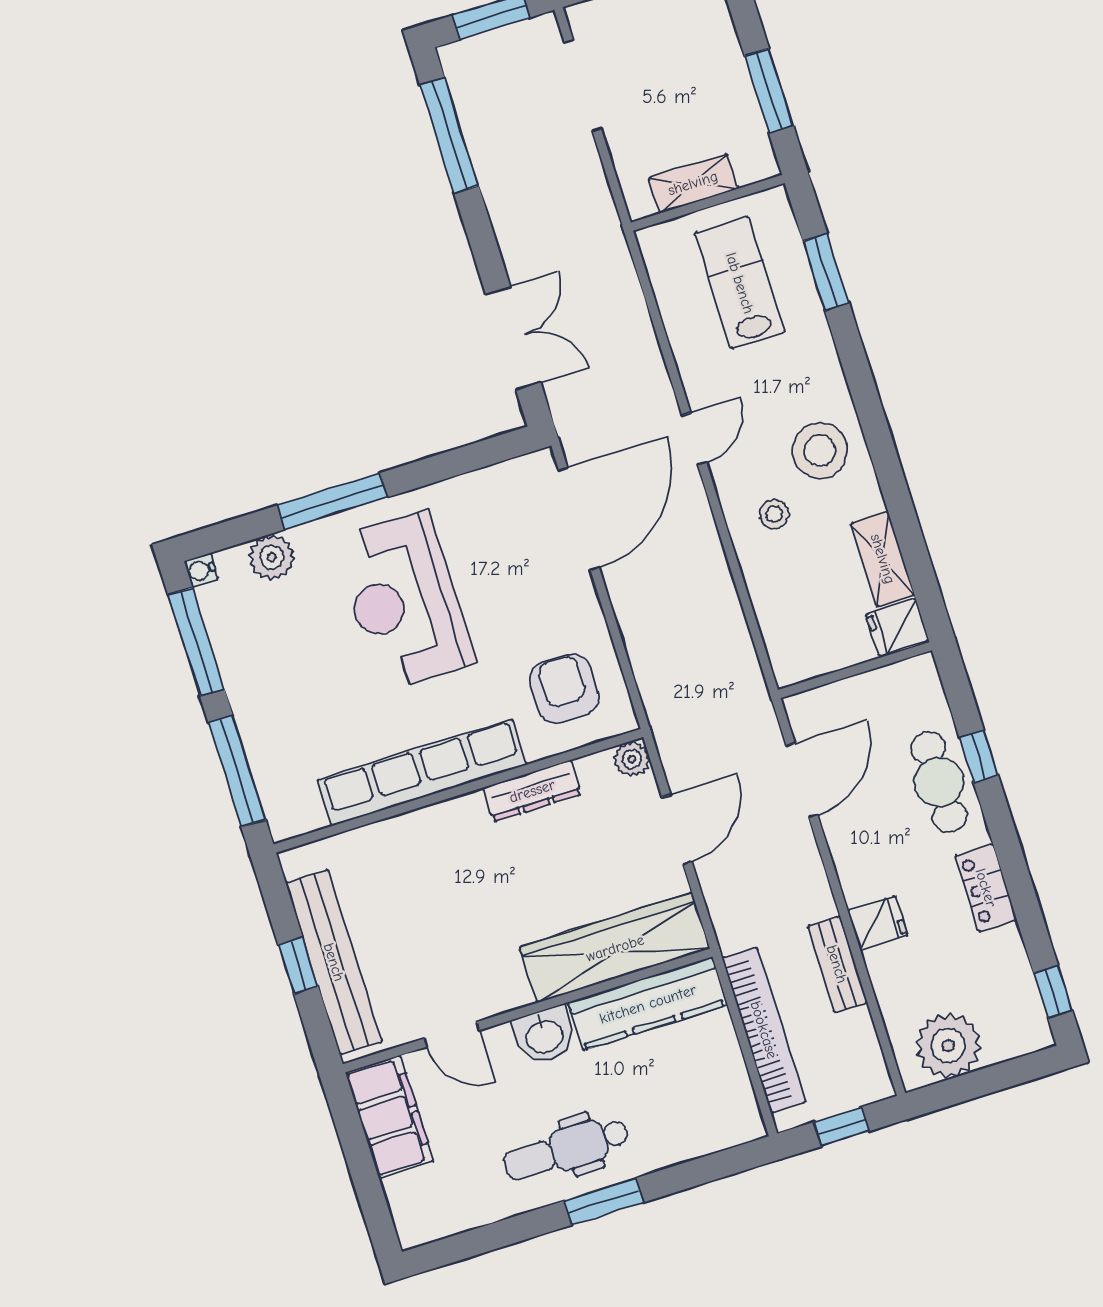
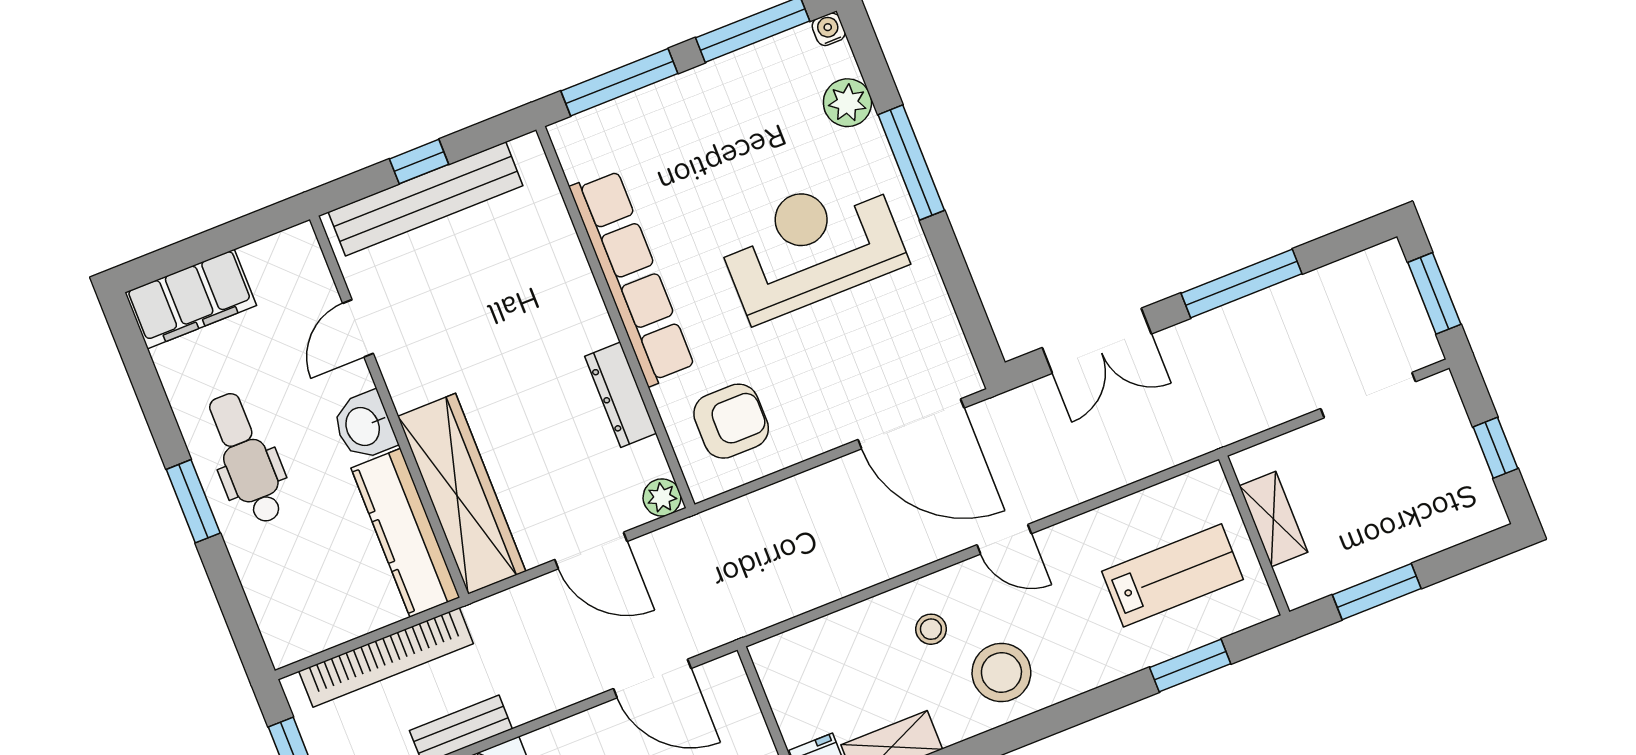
window: (449, 136) -> (1241, 283), moved
filing cabinet: (389, 1117) -> (191, 299), moved

